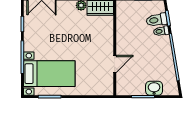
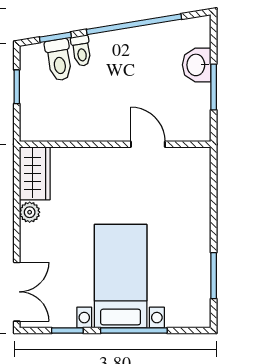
bed with nightstands: (49, 74) -> (121, 276), moved

